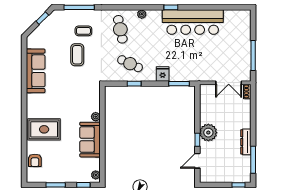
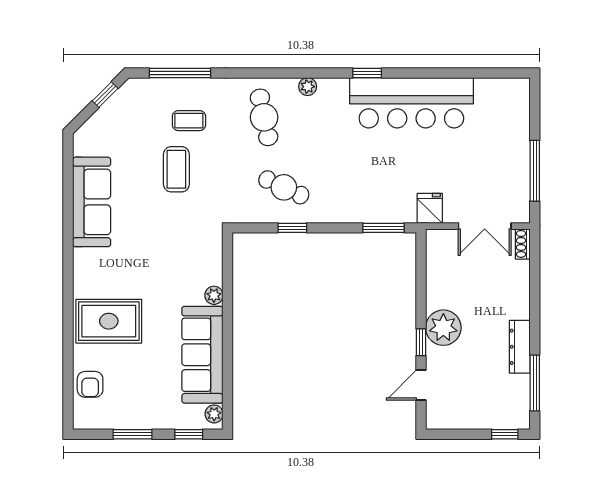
fridge: (163, 74) -> (430, 208), moved
sofa: (90, 140) -> (202, 355), width x1.36

